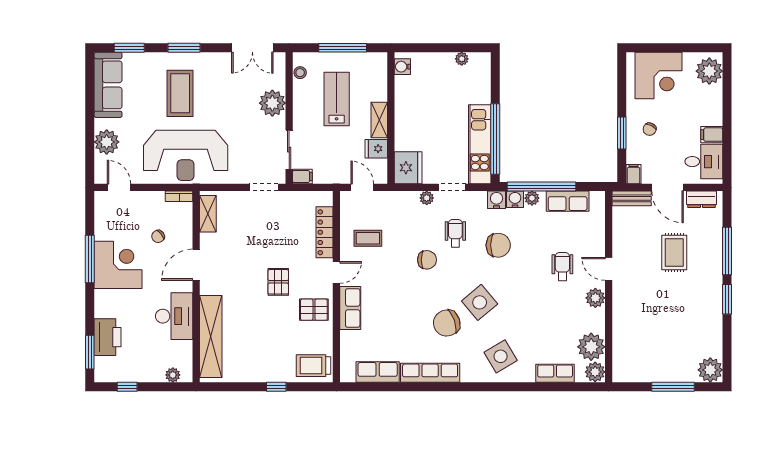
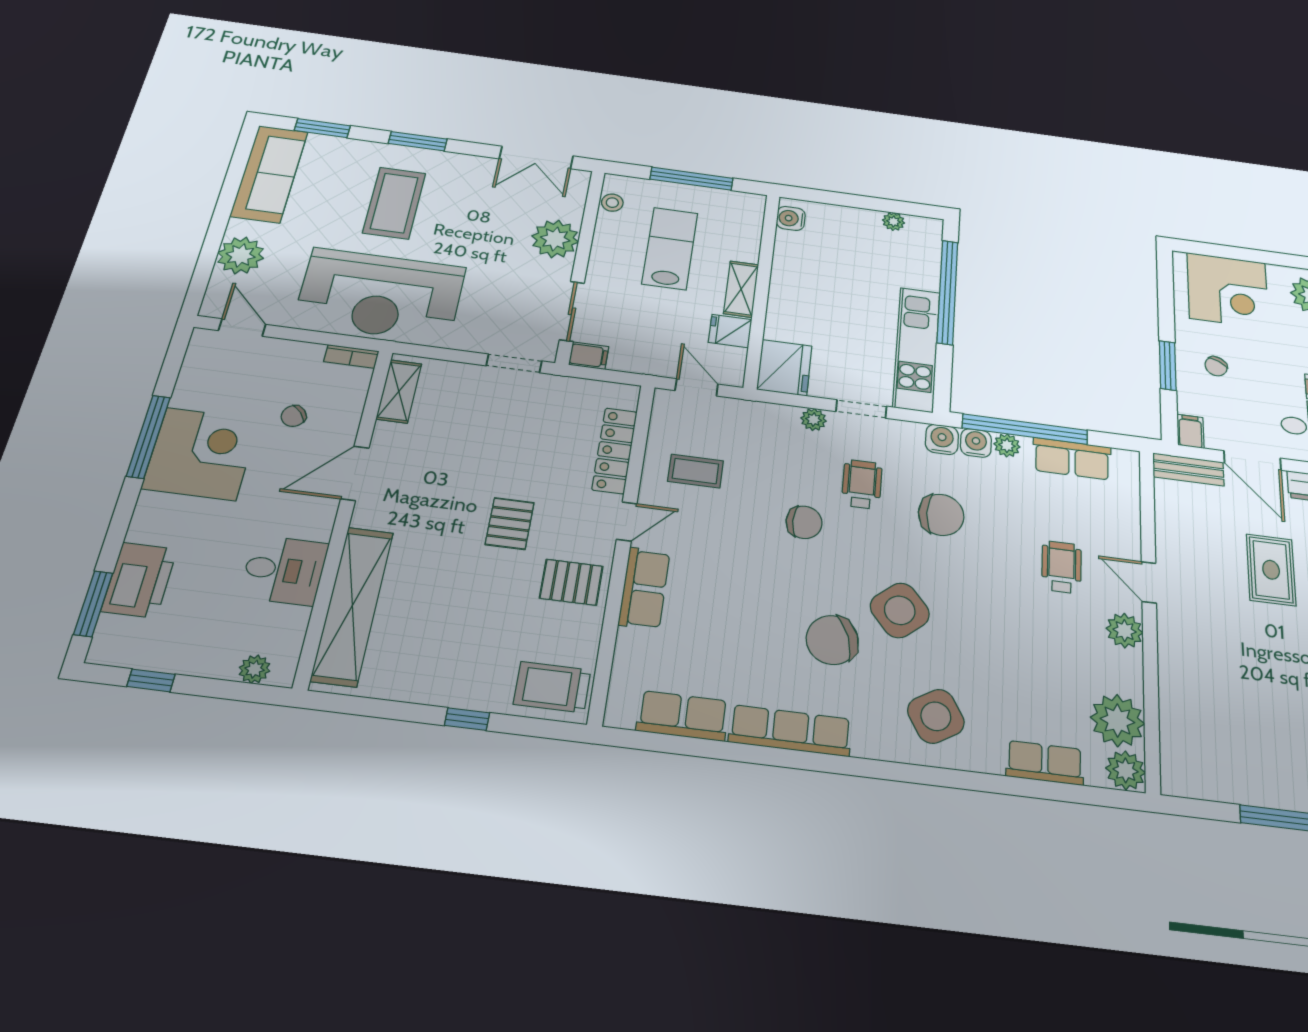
window: (495, 139) -> (947, 292), moved
desk: (174, 316) -> (284, 570), width x0.73

